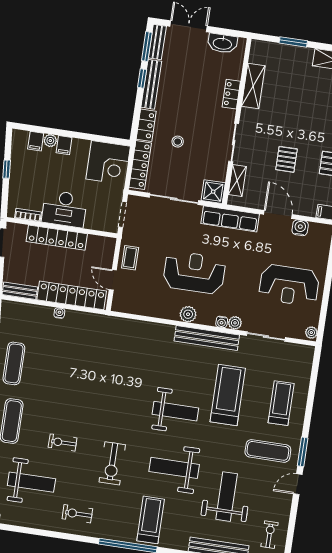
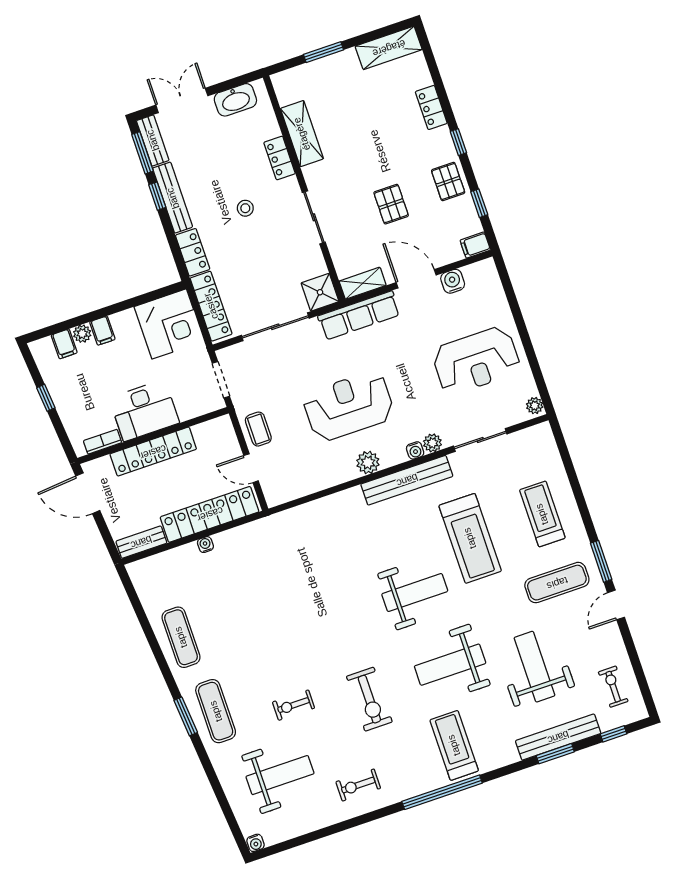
stool: (178, 142) -> (245, 208), moved
shelving: (237, 181) -> (363, 283), moved, turned 90
treadmill: (228, 395) -> (470, 538), turned 180

